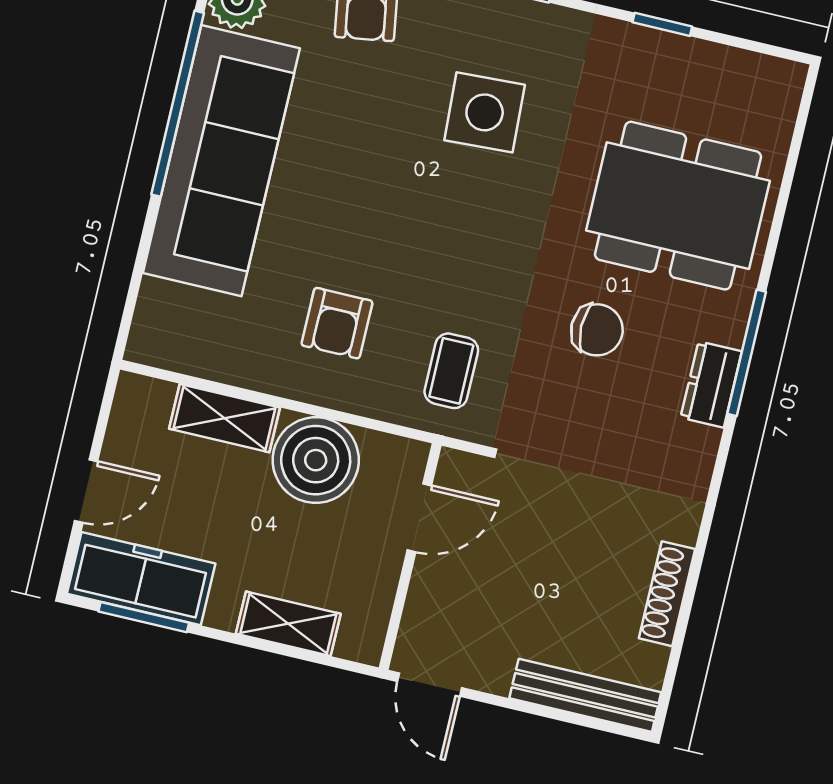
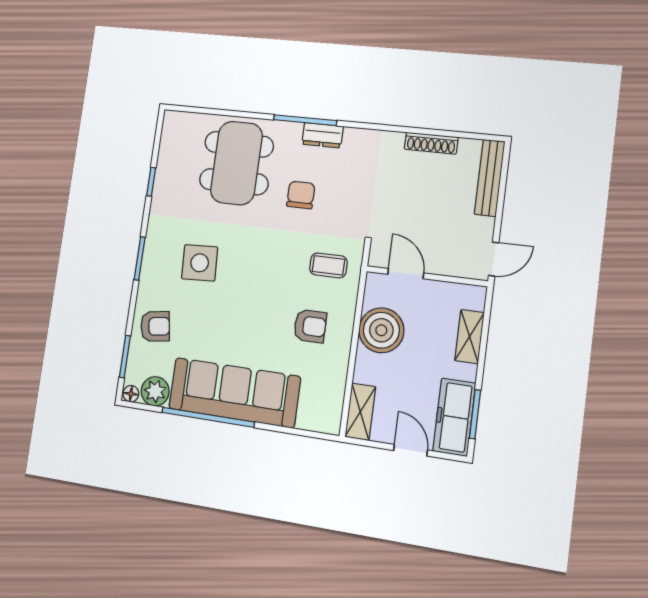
shelving: (225, 418) -> (360, 412), moved

